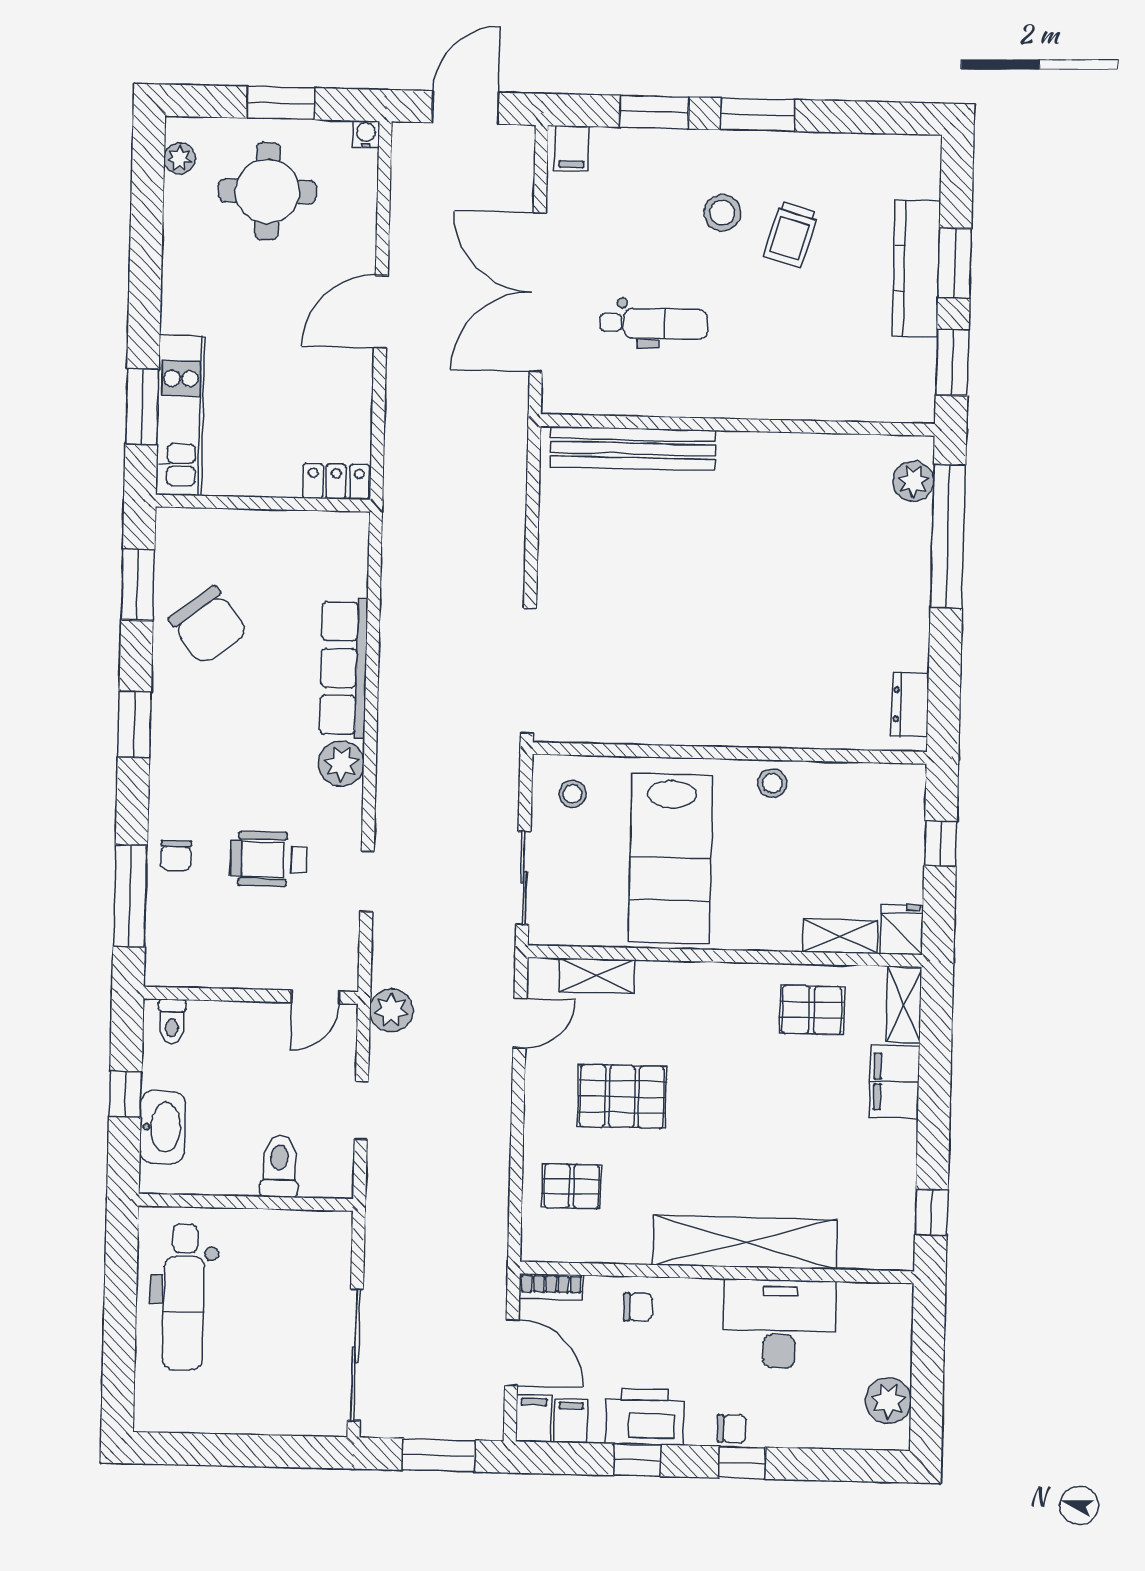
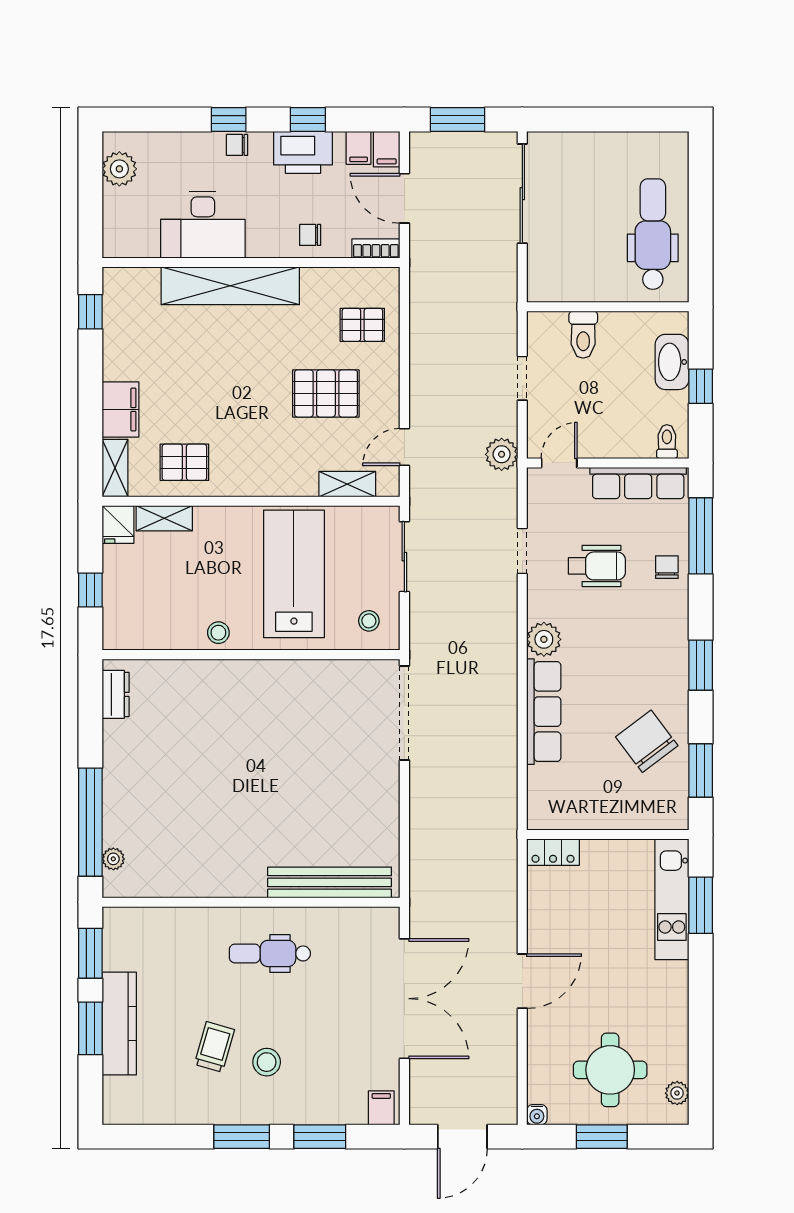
dental chair: (654, 323) -> (270, 953), moved
plant: (913, 481) -> (113, 859), width x0.73, depth x0.73
row of seats: (211, 968) -> (638, 483), added

